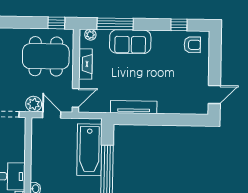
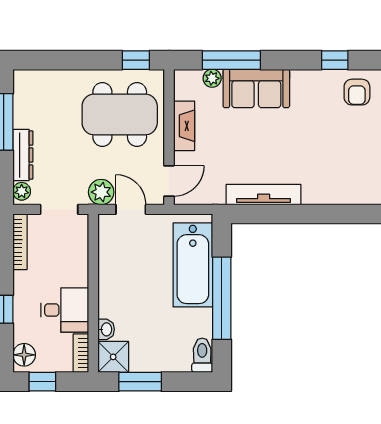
plant: (90, 35) -> (212, 78), moved
armchair: (192, 45) -> (357, 92), turned 90

